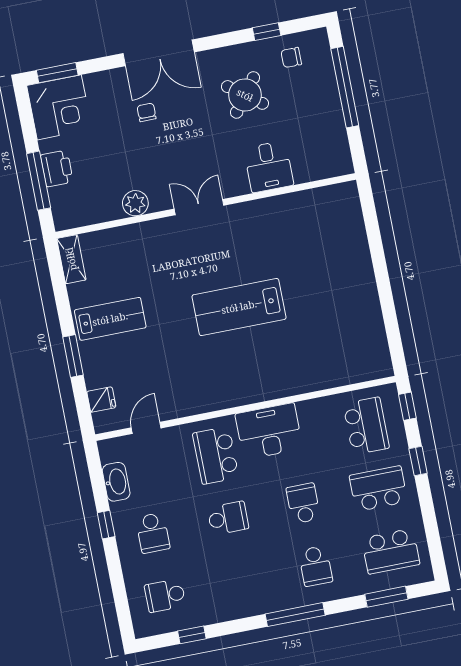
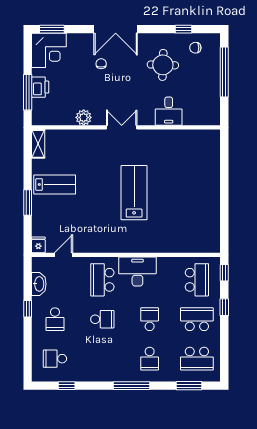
round table: (245, 95) -> (163, 65), turned -35
lab bench: (239, 307) -> (134, 193), turned 90
fridge: (101, 399) -> (38, 245), moved, turned -90

